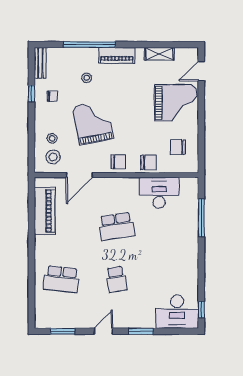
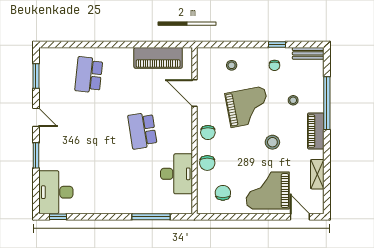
grand piano: (176, 103) -> (268, 191), turned 90
stool: (53, 157) -> (272, 142), moved
school desk: (116, 279) -> (89, 131), removed

